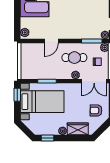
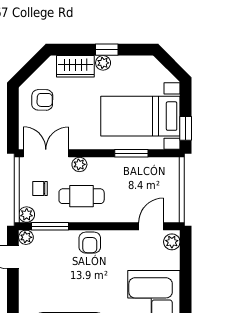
armchair: (70, 32) -> (90, 243), added
door: (51, 41) -> (151, 226), moved
window: (48, 138) -> (107, 50), moved

